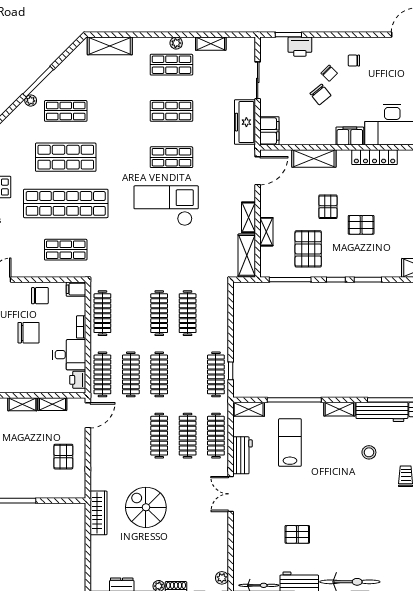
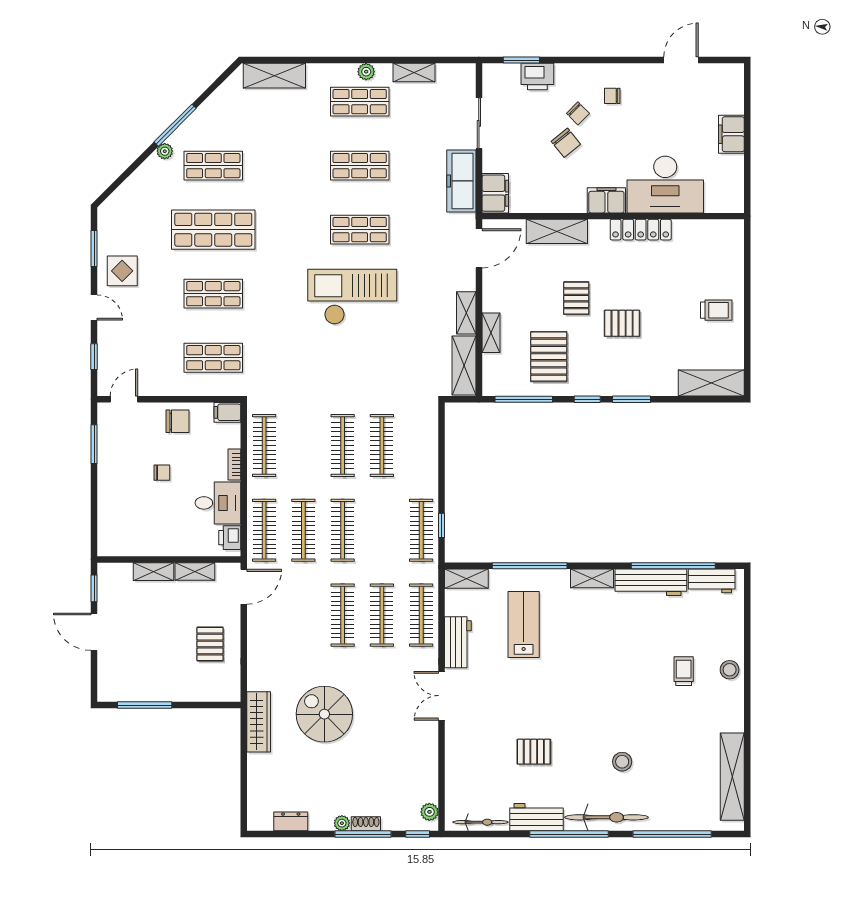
shop shelf: (66, 203) -> (213, 294), width x0.50, depth x0.74
chair: (29, 333) -> (162, 473), width x0.54, depth x0.54
stool: (369, 452) -> (622, 762), moved

